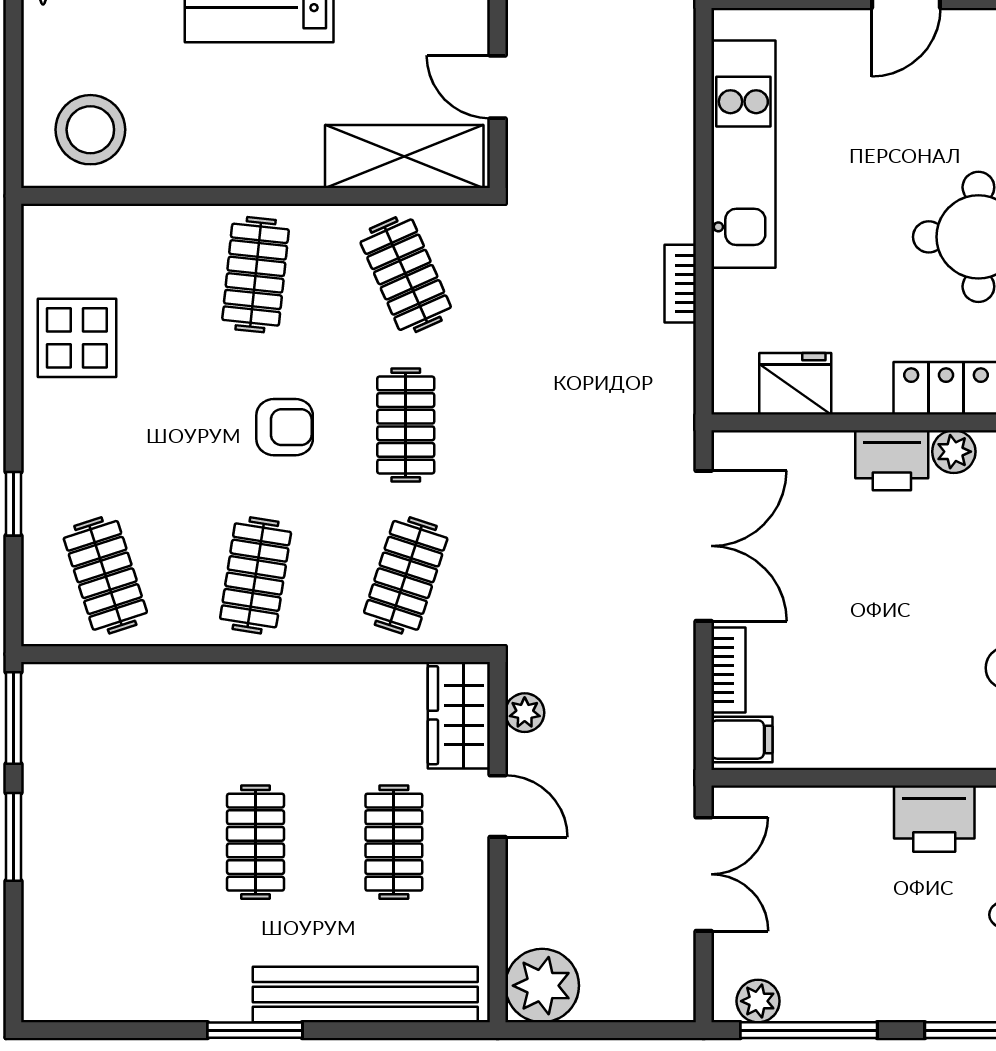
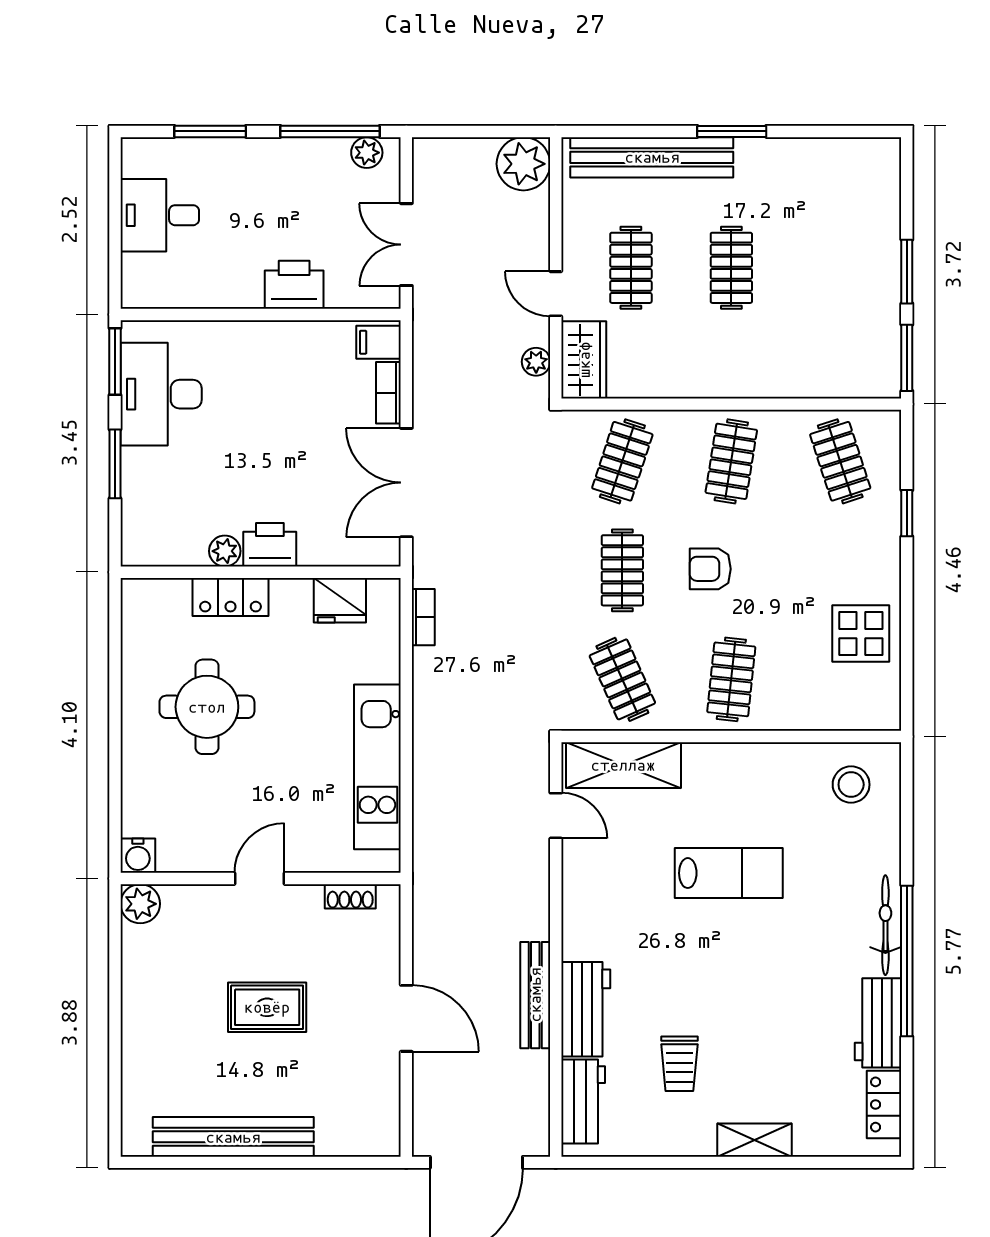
stool: (90, 130) -> (851, 785), width x0.73, depth x0.73
bookcase: (680, 284) -> (423, 617), moved
printer: (934, 819) -> (294, 285), moved

